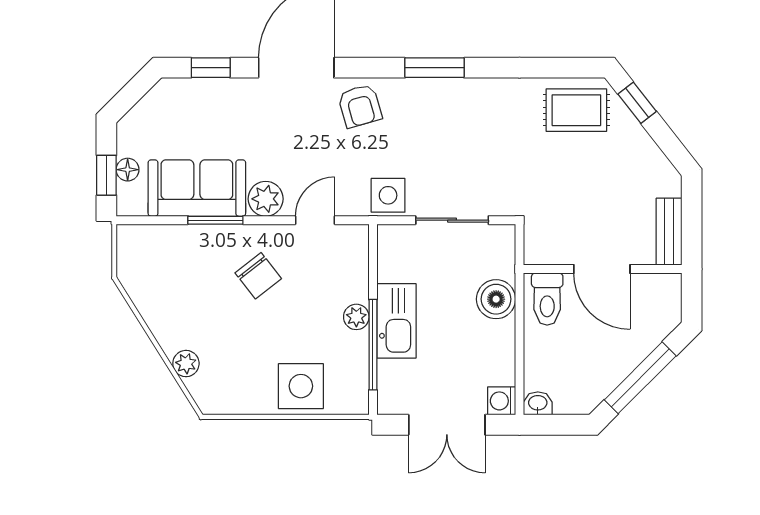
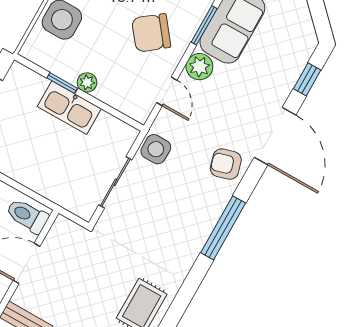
window: (434, 68) -> (223, 228), width x1.44
chair: (258, 276) -> (151, 33), width x1.37, depth x1.37
boiler: (496, 299) -> (46, 182), removed
window: (373, 345) -> (62, 83), width x0.46

